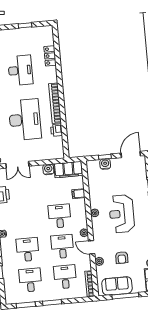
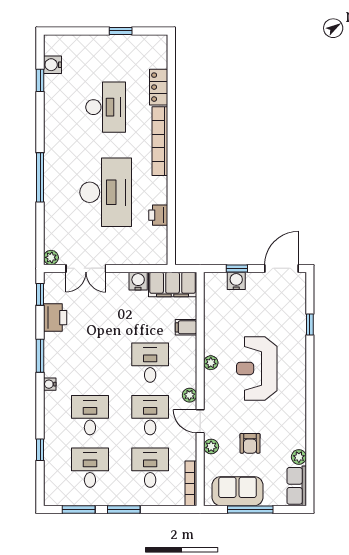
bookcase: (55, 103) -> (160, 141), moved

